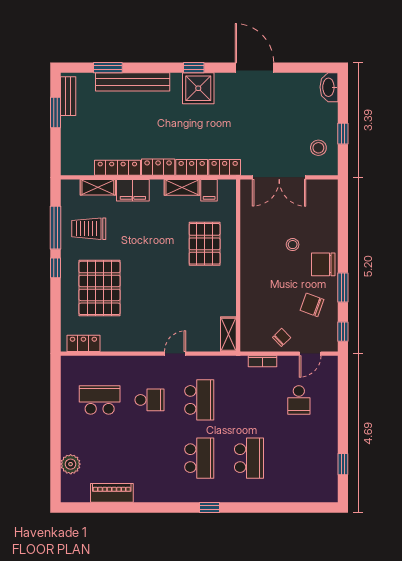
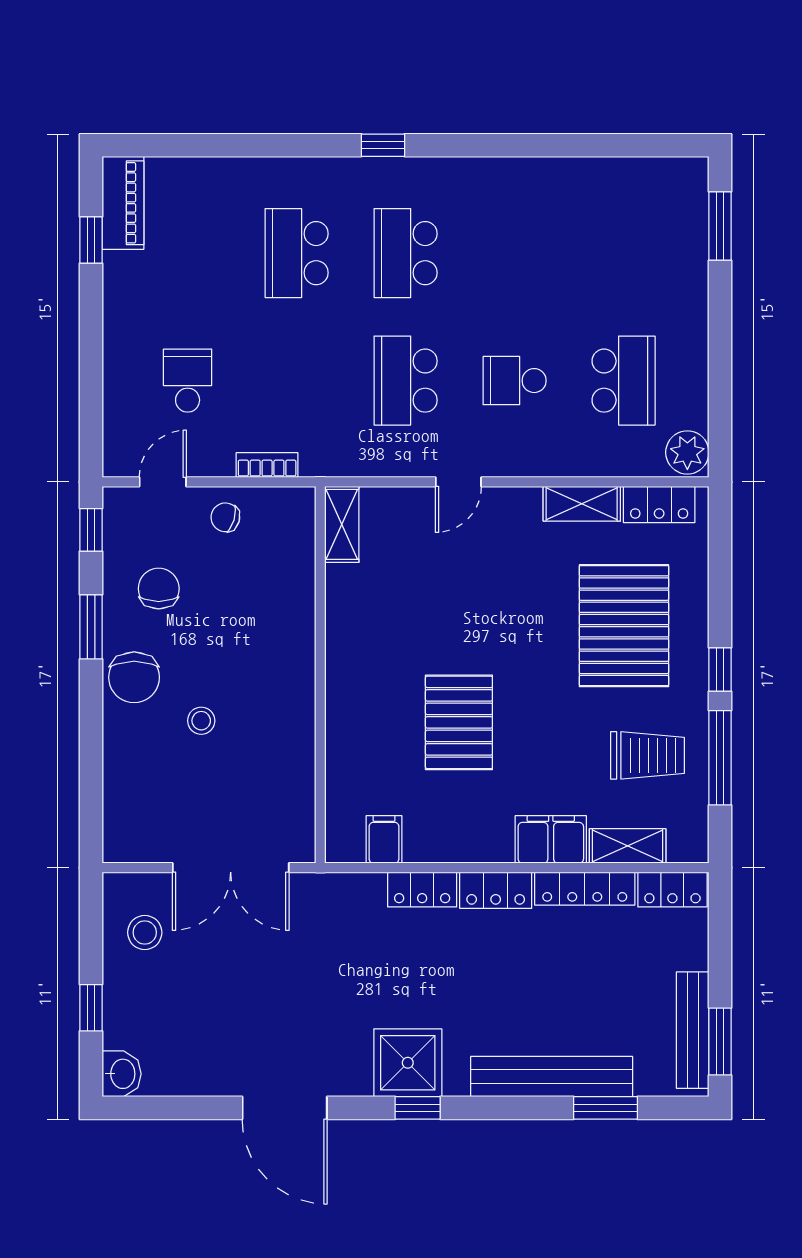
washbasin: (329, 87) -> (122, 1074), width x0.72
bench: (68, 96) -> (693, 1030), width x1.36
window: (56, 112) -> (720, 1042), moved
window: (343, 134) -> (91, 1008), moved
locker: (225, 167) -> (672, 890), moved
double door: (279, 177) -> (231, 868), swing flipped
shelving: (182, 187) -> (582, 504), moved
pallet: (205, 244) -> (459, 722), moved
chair: (323, 264) -> (134, 677), turned 90
chair: (312, 305) -> (159, 589), turned -110
chair: (282, 337) -> (225, 517), turned 60
school desk: (100, 400) -> (624, 381), turned -90
plant: (71, 464) -> (687, 452), moved
window: (56, 471) -> (720, 226), added
piano: (112, 493) -> (123, 203), moved, turned -90

